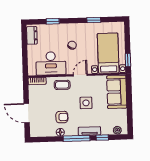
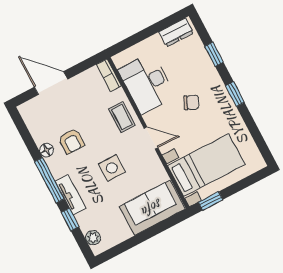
window: (94, 20) -> (235, 94), moved
door: (27, 113) -> (51, 83), hinge flipped

